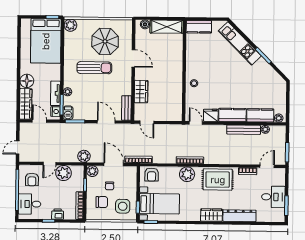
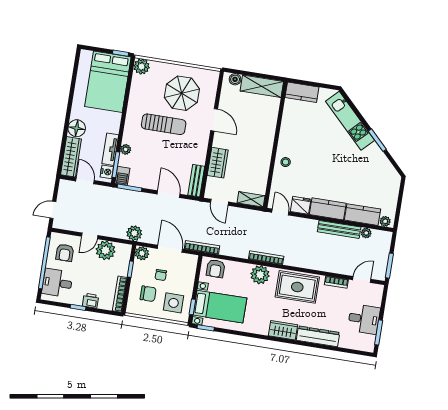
shelving: (171, 116) -> (251, 199), added

